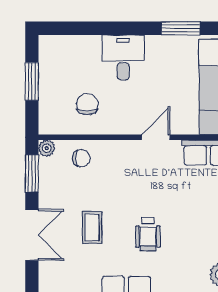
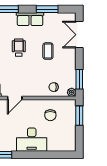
desk: (123, 57) -> (32, 140), width x1.37
window: (32, 81) -> (79, 116), moved
double door: (32, 235) -> (79, 35), moved

